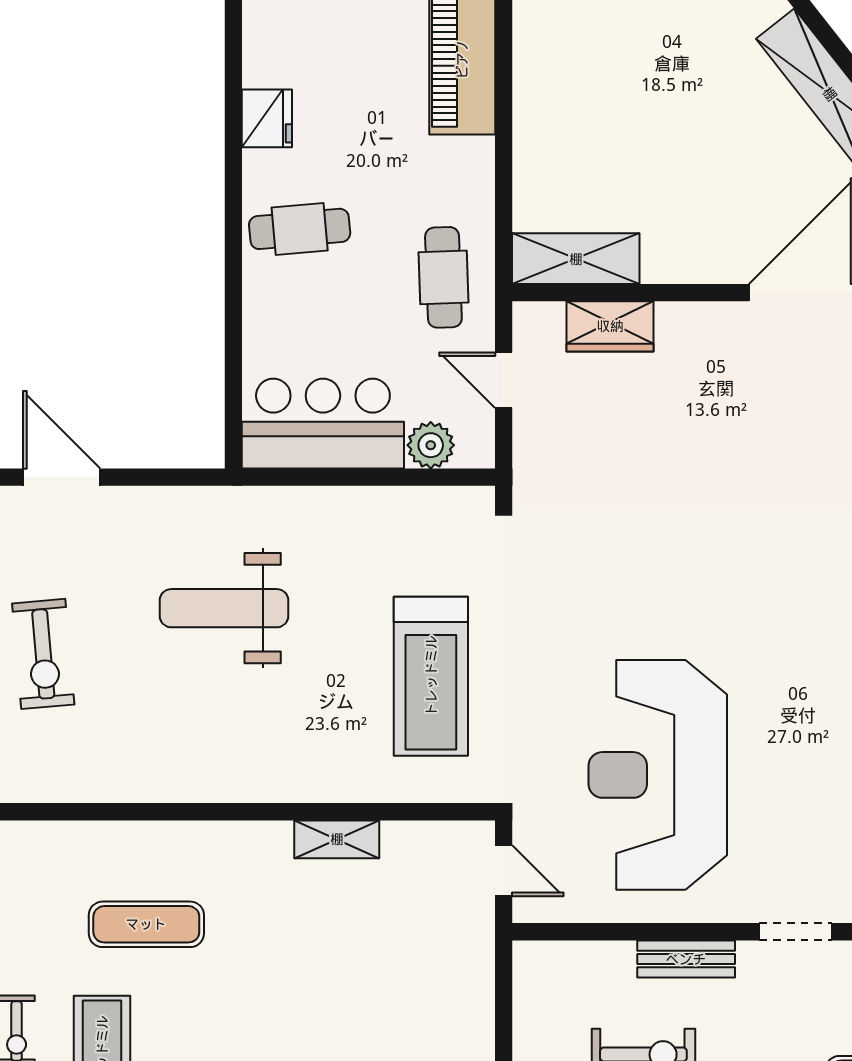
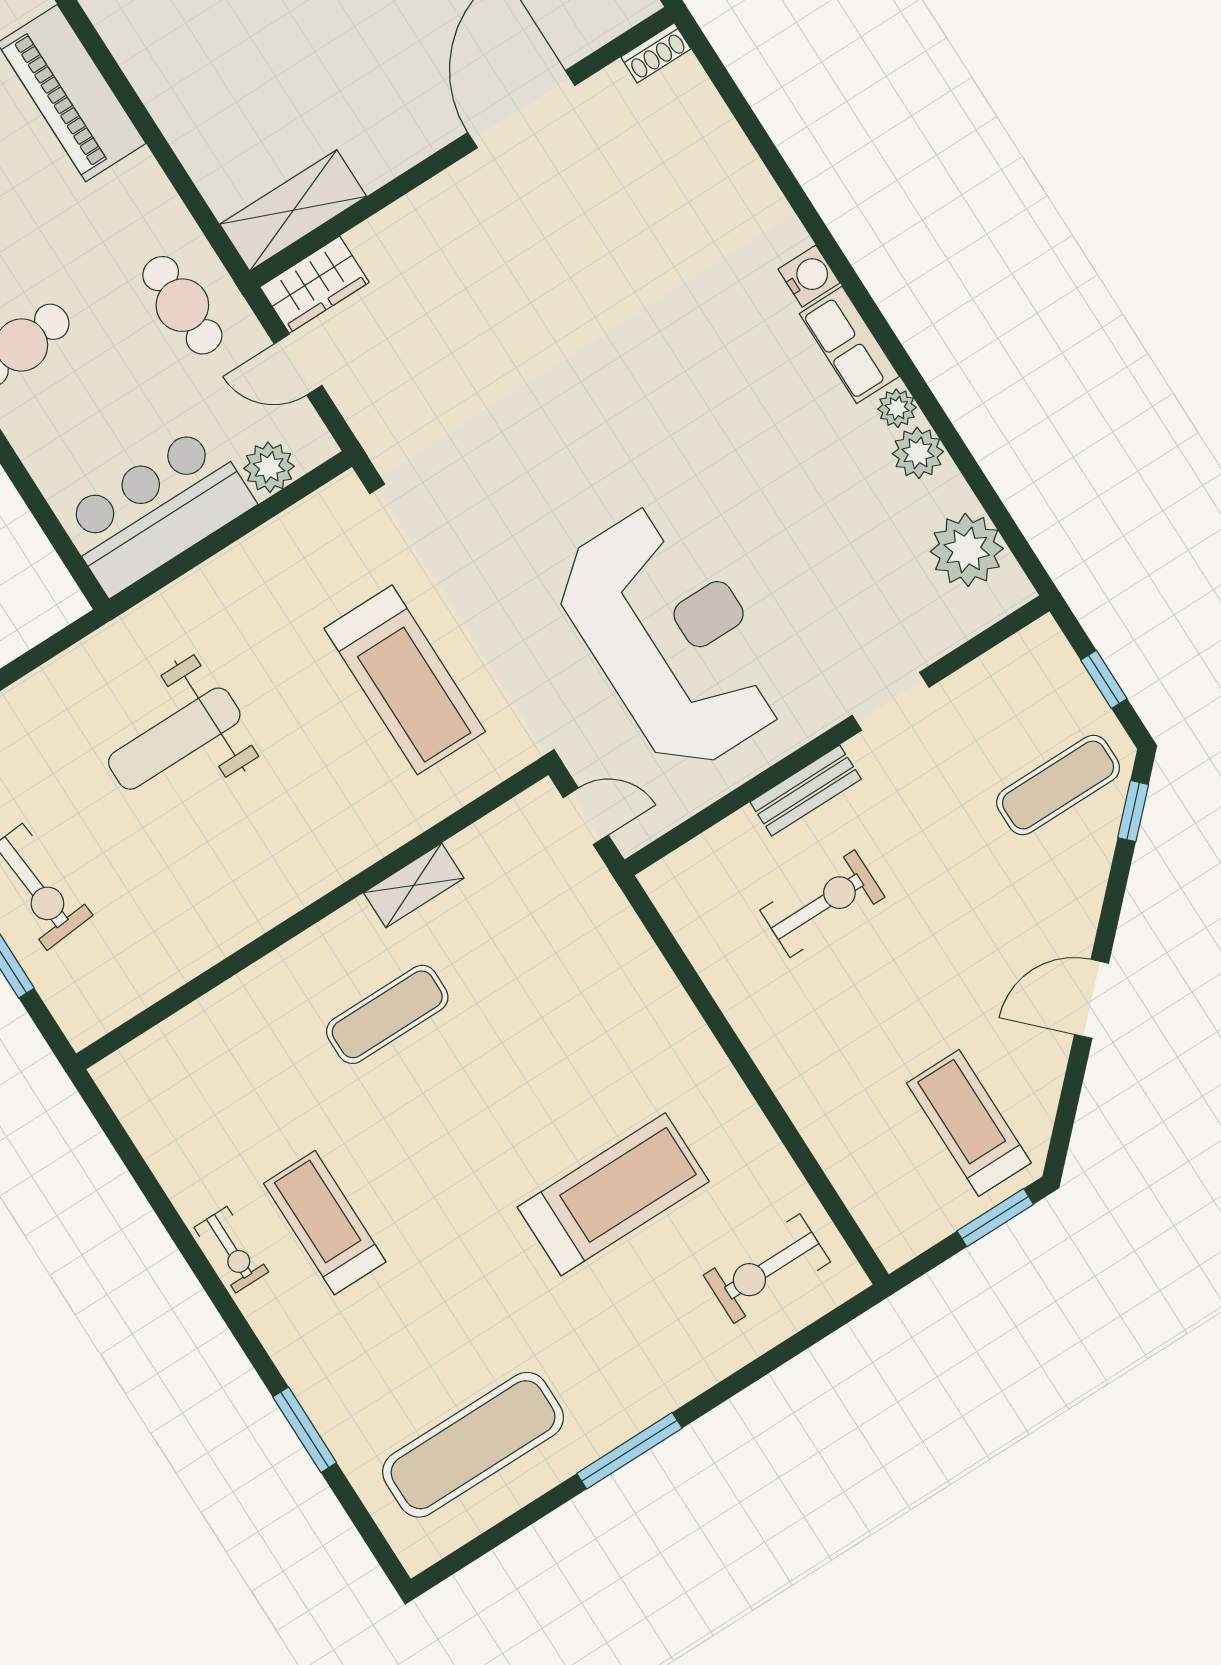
wardrobe: (610, 326) -> (314, 285), moved
reception desk: (658, 775) -> (672, 638), turned 180
exercise mat: (146, 924) -> (387, 1014), moved

